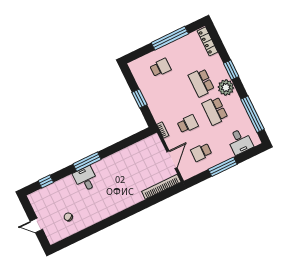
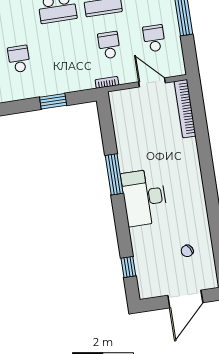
school desk: (201, 152) -> (154, 38), turned 180
window: (87, 162) -> (114, 174), moved
desk: (86, 179) -> (144, 197), width x1.87, depth x1.30
door: (36, 225) -> (185, 299), width x1.88

